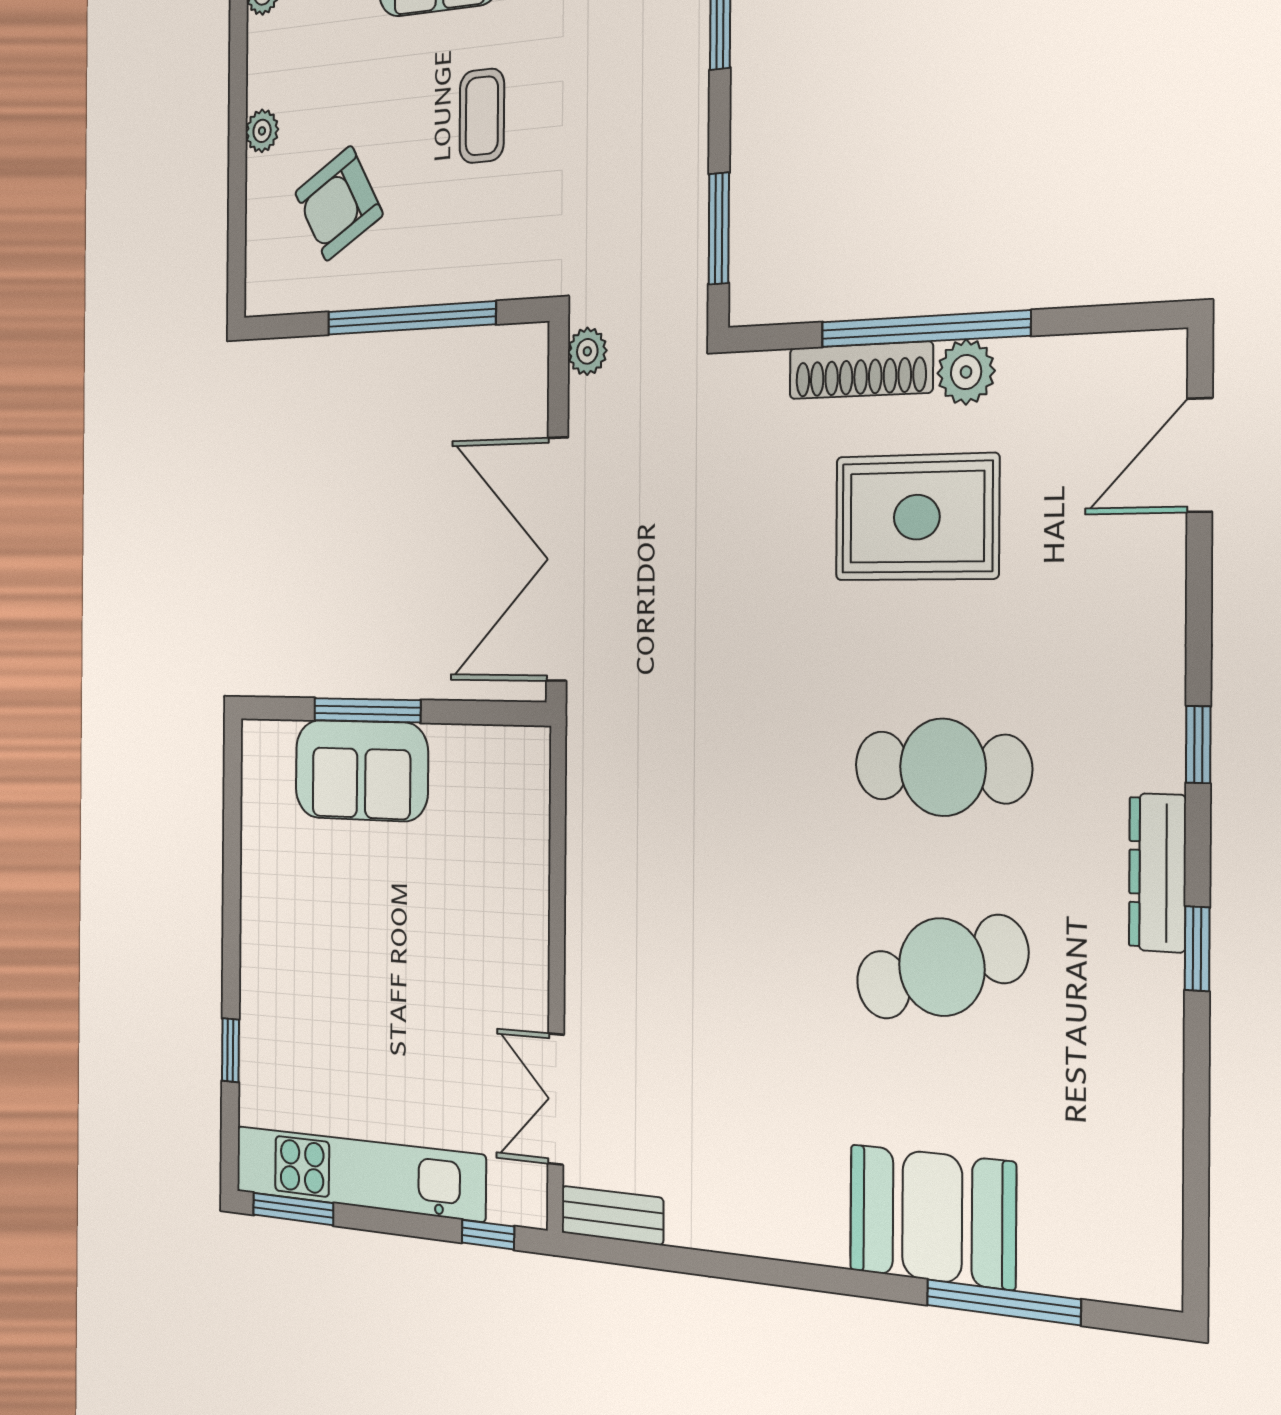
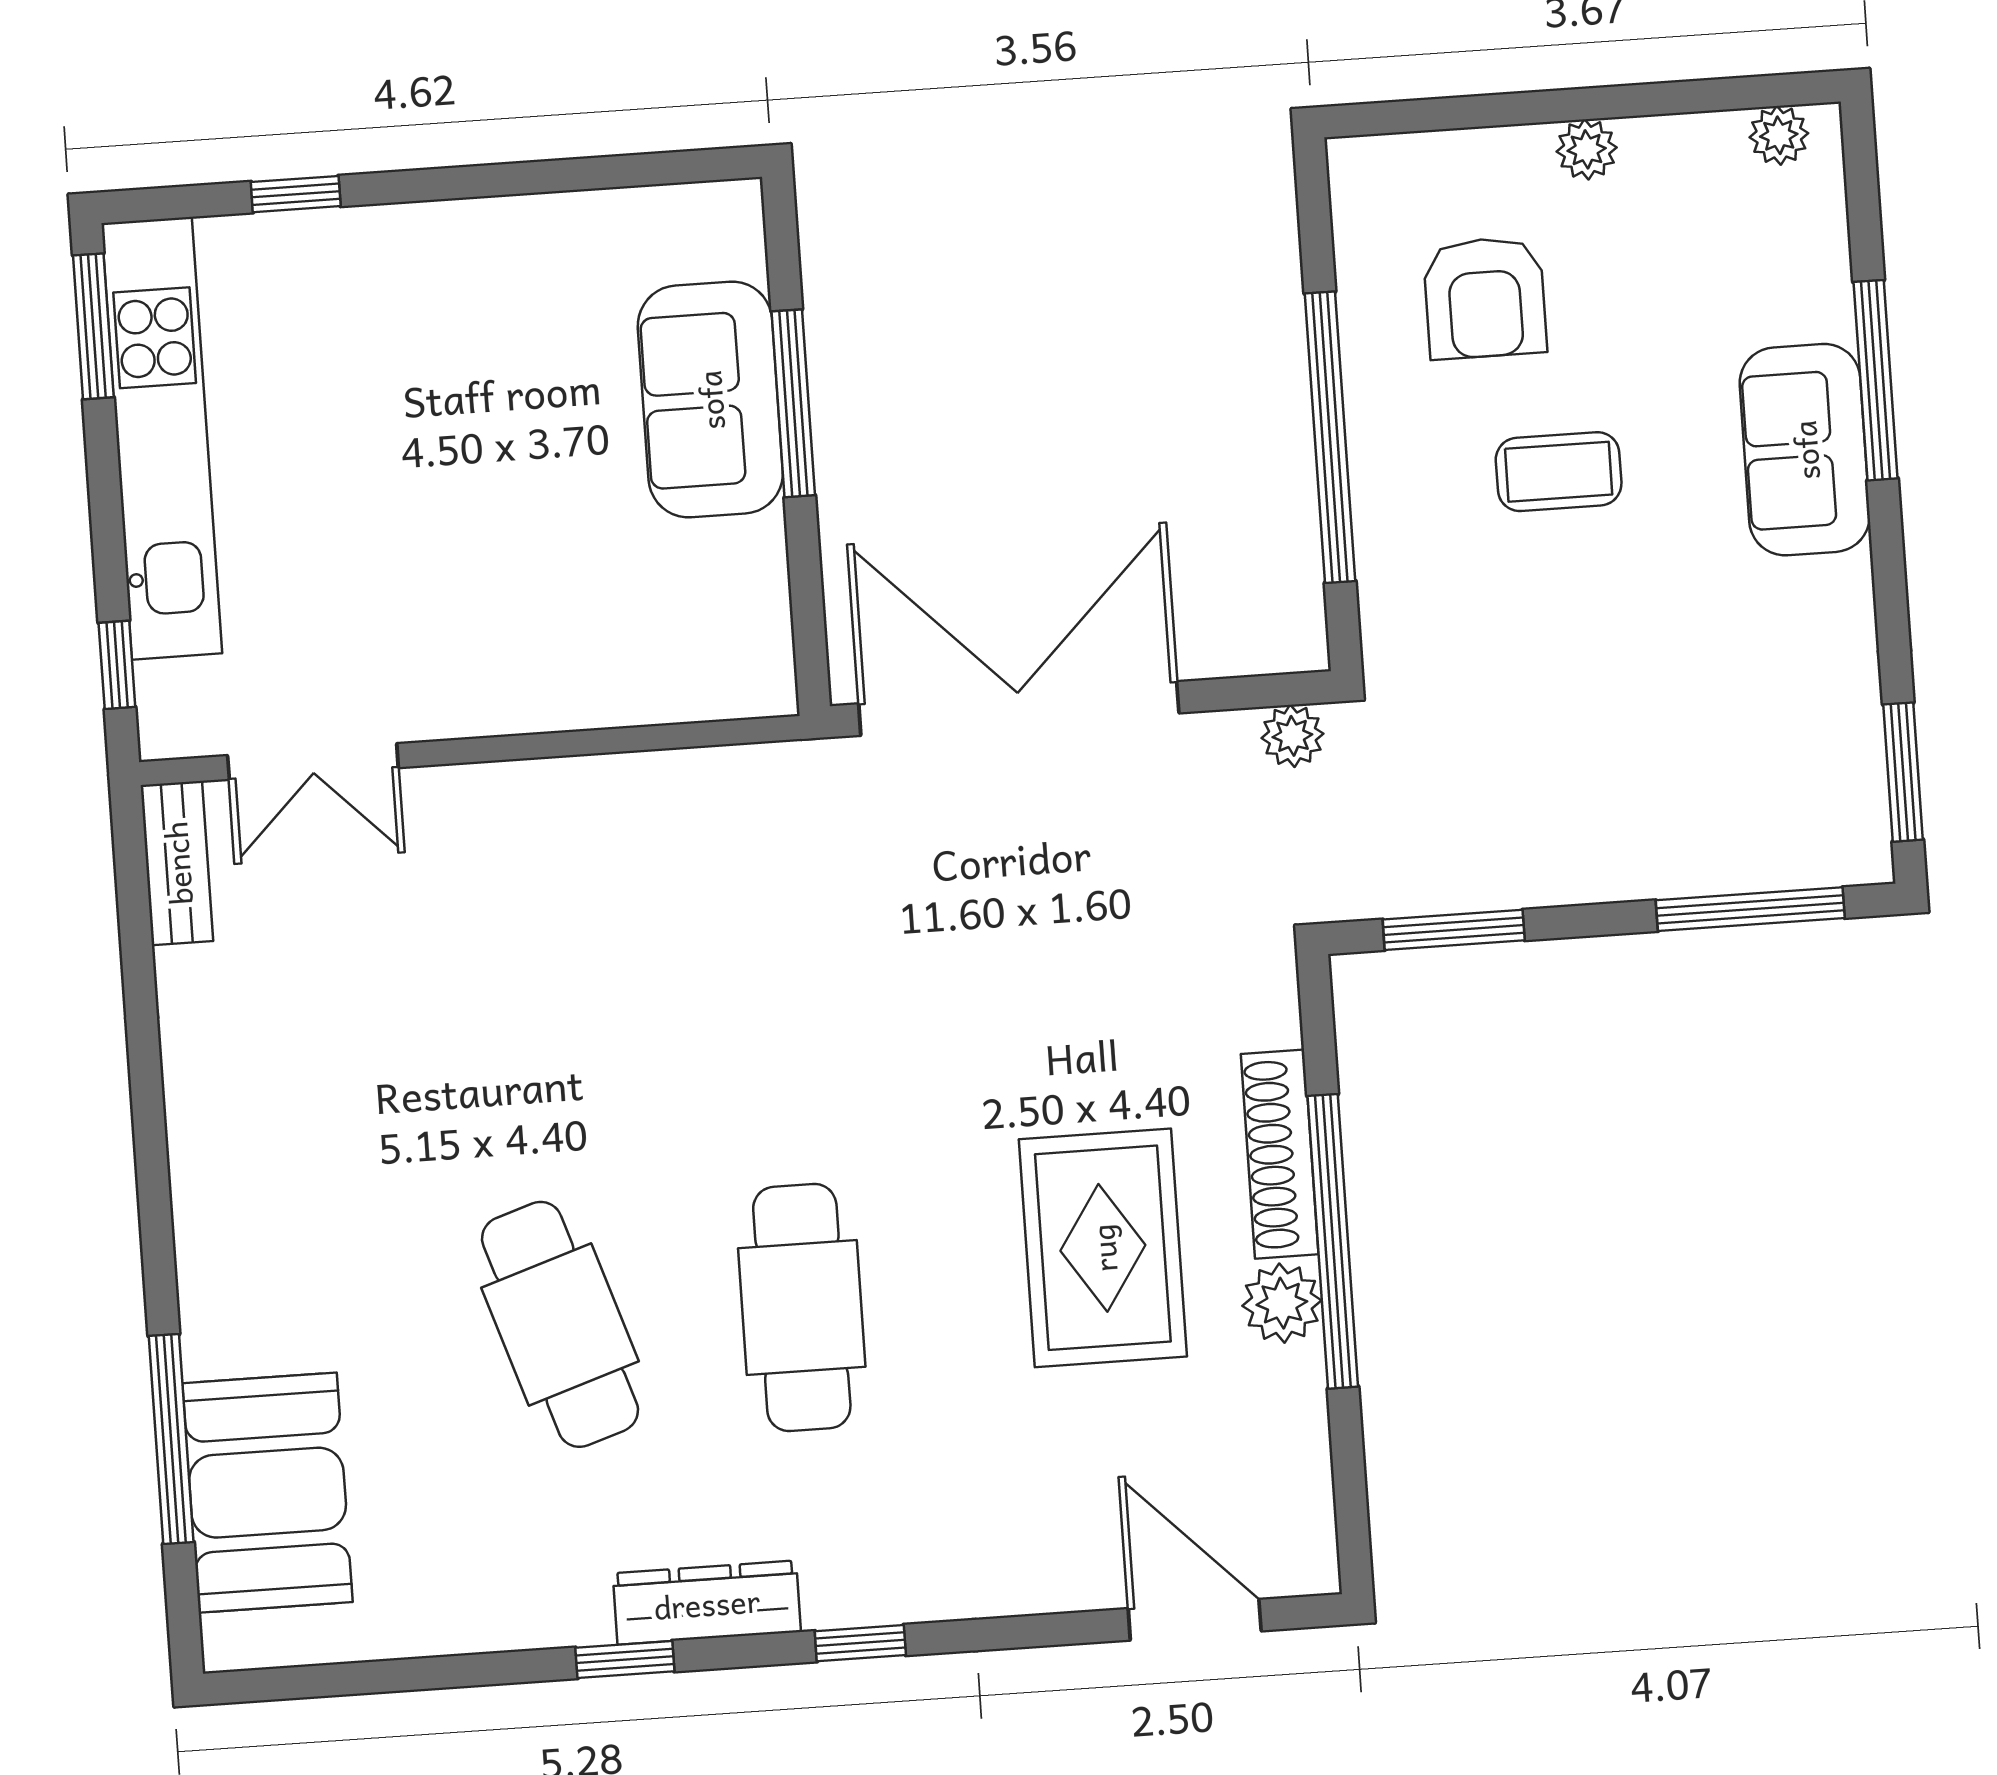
coffee table: (482, 116) -> (1559, 472), moved
armchair: (339, 204) -> (1485, 298), turned -150
double door: (556, 1099) -> (313, 762), swing flipped
booth: (932, 1217) -> (268, 1493), moved

